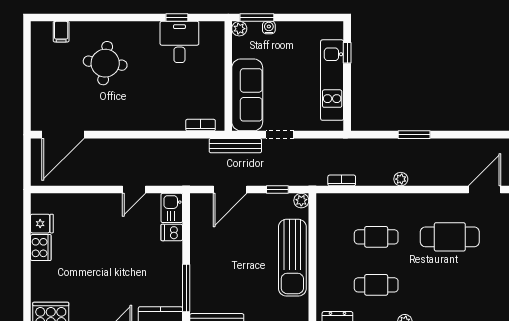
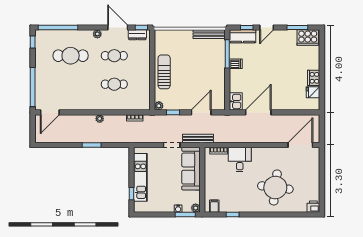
printer: (41, 31) -> (313, 207), added
filing cabinet: (61, 32) -> (214, 206), moved
desk: (179, 42) -> (240, 159), moved, turned 180
round table: (105, 63) -> (275, 187), width x1.36, depth x1.36
door: (134, 190) -> (258, 112), width x1.88
dishwasher: (172, 233) -> (236, 64), moved
cafe table: (450, 237) -> (71, 56), moved
sun lounger: (292, 258) -> (164, 72), width x0.73, depth x0.75

